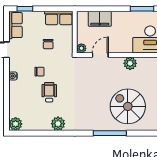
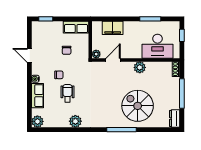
row of seats: (16, 25) -> (38, 96), moved

